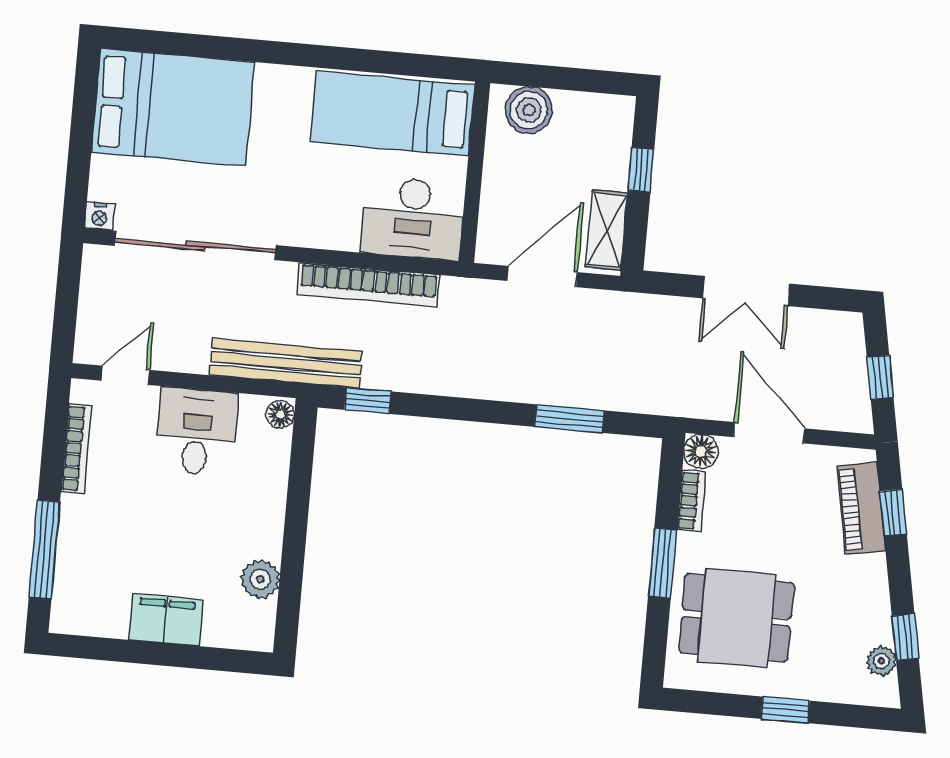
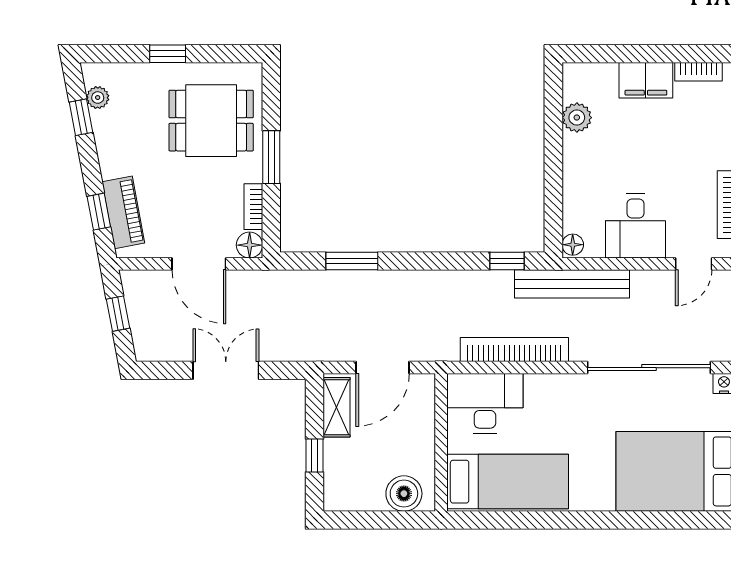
bookcase: (96, 625) -> (699, 72), added

